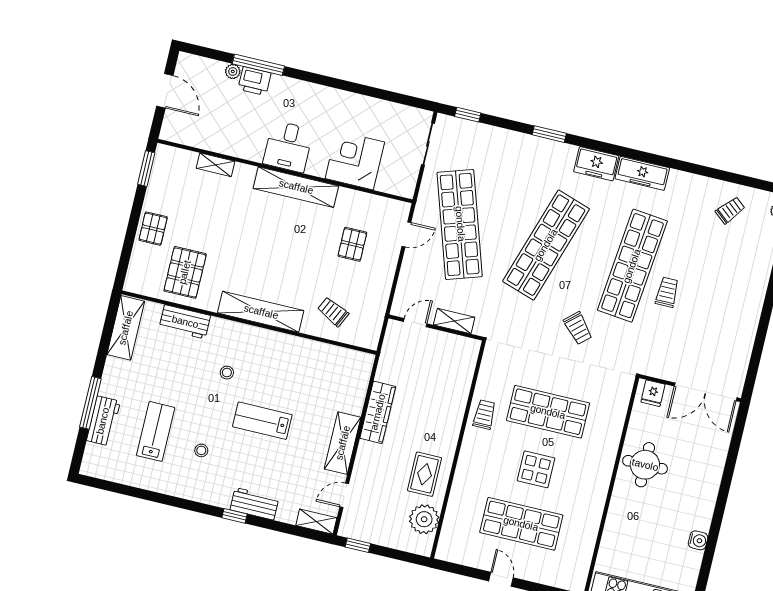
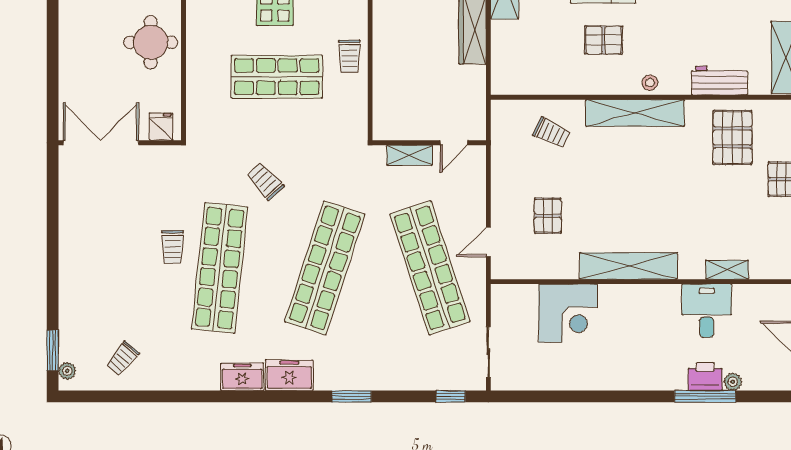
desk: (288, 147) -> (707, 311), moved
freezer: (642, 173) -> (242, 377), width x0.71
stool: (227, 373) -> (650, 83), moved
pallet: (272, 378) -> (603, 40), added

